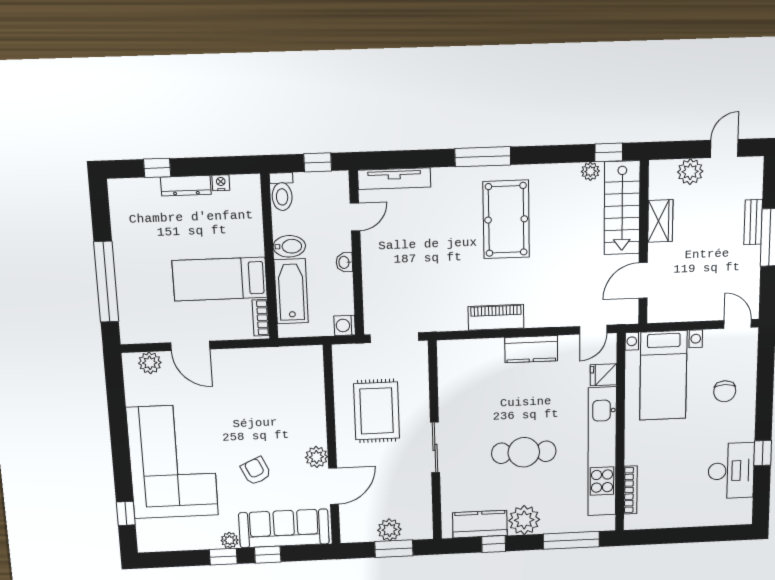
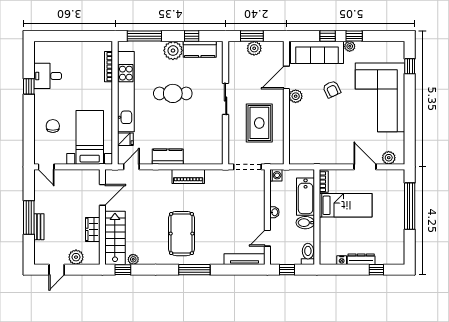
desk: (731, 471) -> (48, 76), width x0.73

